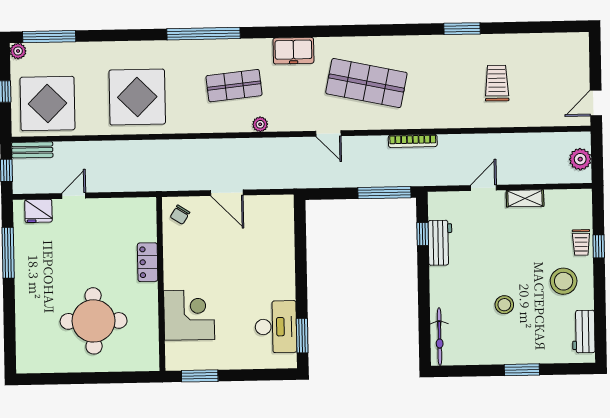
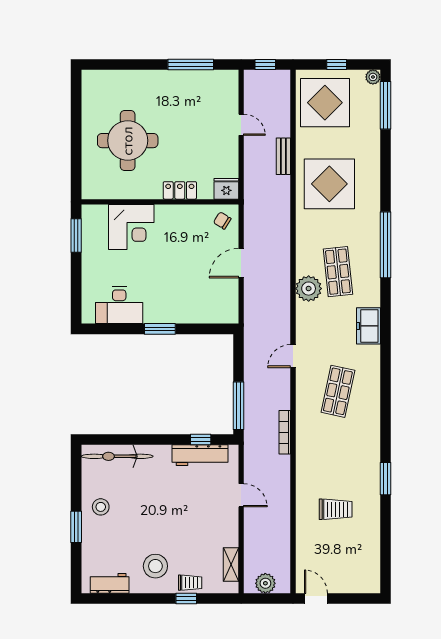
shop shelf: (366, 83) -> (338, 391), width x0.70, depth x0.74
plant: (260, 124) -> (309, 289), width x1.88, depth x1.88
bench: (32, 150) -> (283, 156), moved
shelving: (525, 198) -> (231, 565), moved
fridge: (38, 211) -> (226, 189), moved, turned 90
trolley: (581, 242) -> (190, 583), turned 180
workbench: (440, 243) -> (200, 455), width x1.38
stool: (504, 305) -> (101, 507), moved
window: (302, 336) -> (160, 329), moved
bicycle: (439, 337) -> (117, 456), width x1.37, depth x1.40

